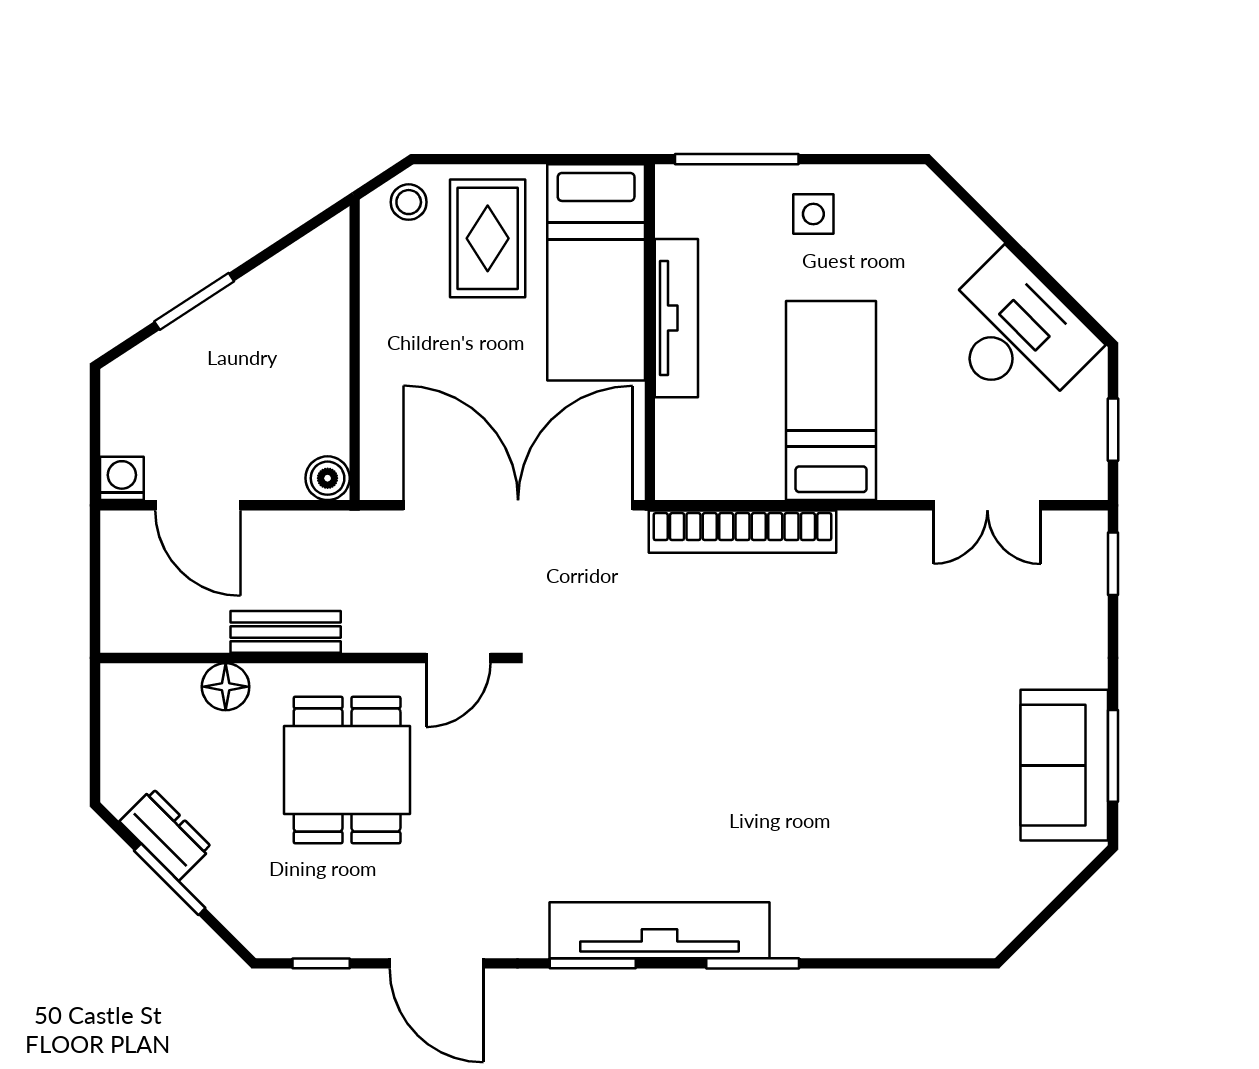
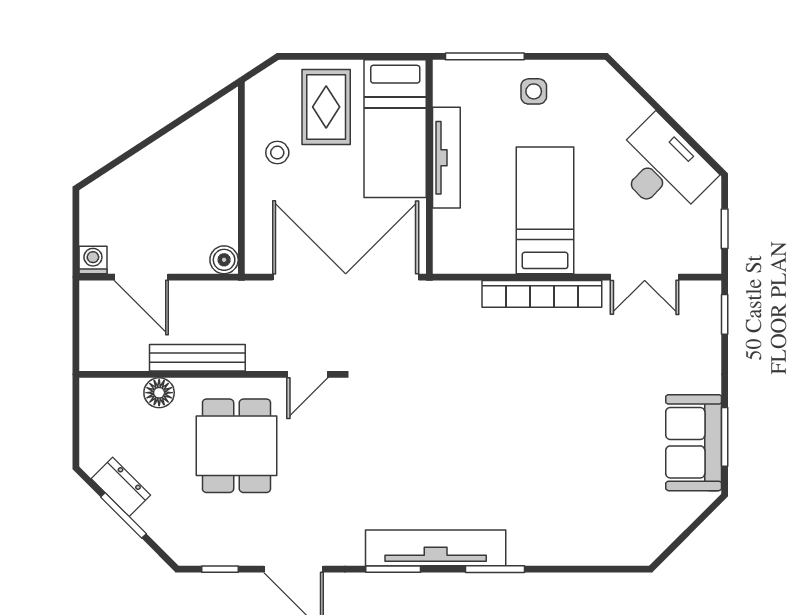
stool: (409, 202) -> (277, 153), moved
window: (194, 301) -> (139, 147), removed
bookcase: (742, 532) -> (542, 294), moved
bench: (286, 632) -> (197, 358), width x1.36

